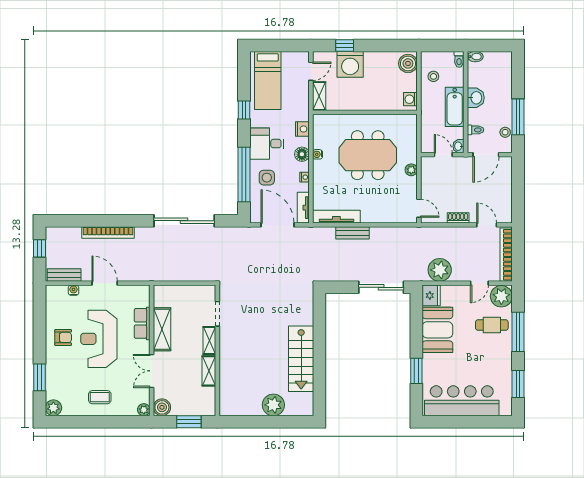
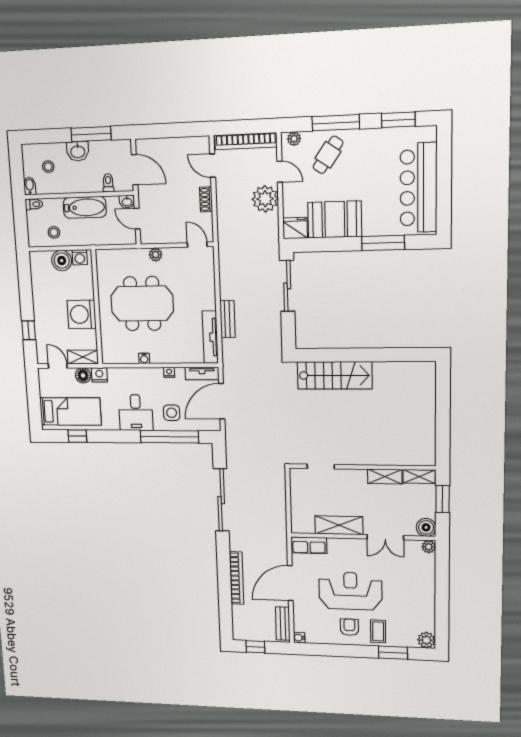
boiler: (408, 63) -> (62, 261), moved
washing machine: (350, 64) -> (82, 314), moved, turned 180
washbasin: (476, 98) -> (78, 151), moved, turned 180
window: (244, 110) -> (77, 436), moved
nightstand: (302, 129) -> (99, 375), moved
stool: (505, 132) -> (48, 167), moved
floor lamp: (302, 154) -> (83, 375), moved
meeting table: (368, 155) -> (142, 304), turned 90
door: (443, 155) -> (137, 219), hinge flipped
door: (419, 208) -> (197, 245), hinge flipped
door: (487, 225) -> (213, 166), hinge flipped
plant: (440, 270) -> (265, 199), moved
door: (105, 283) -> (290, 583), width x1.36
water cooler: (74, 290) -> (299, 638), moved
plant: (501, 296) -> (294, 139), width x0.53, depth x0.53
row of seats: (142, 323) -> (309, 545), moved
cafe table: (492, 325) -> (328, 155), turned 35
reception desk: (99, 339) -> (350, 591), turned 180
shelving: (209, 340) -> (419, 476), moved
stairs: (301, 359) -> (335, 375), moved
window: (416, 371) -> (383, 243), width x1.44
coffee table: (100, 397) -> (378, 631), moved
plant: (273, 405) -> (423, 406), removed

